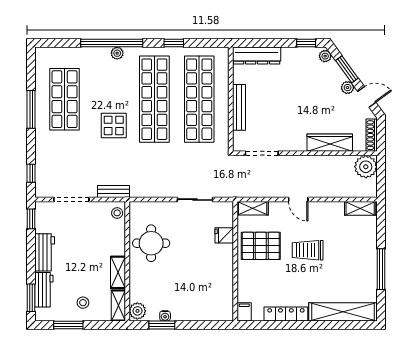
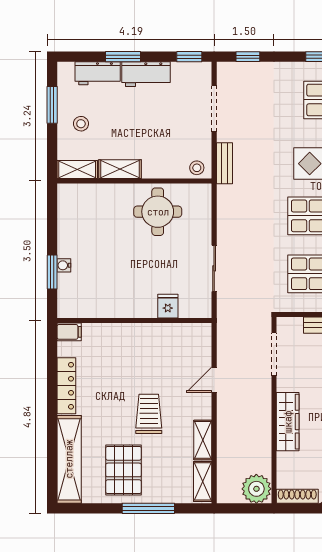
wardrobe: (330, 143) -> (288, 422), moved
door: (298, 200) -> (214, 380), moved
shelving: (253, 208) -> (203, 440), moved
pallet: (261, 246) -> (123, 470), moved
window: (381, 269) -> (148, 508), moved
window: (31, 298) -> (123, 57), moved
plant: (137, 311) -> (70, 194), removed
water cooler: (165, 316) -> (64, 265), moved
window: (162, 325) -> (52, 272), moved

